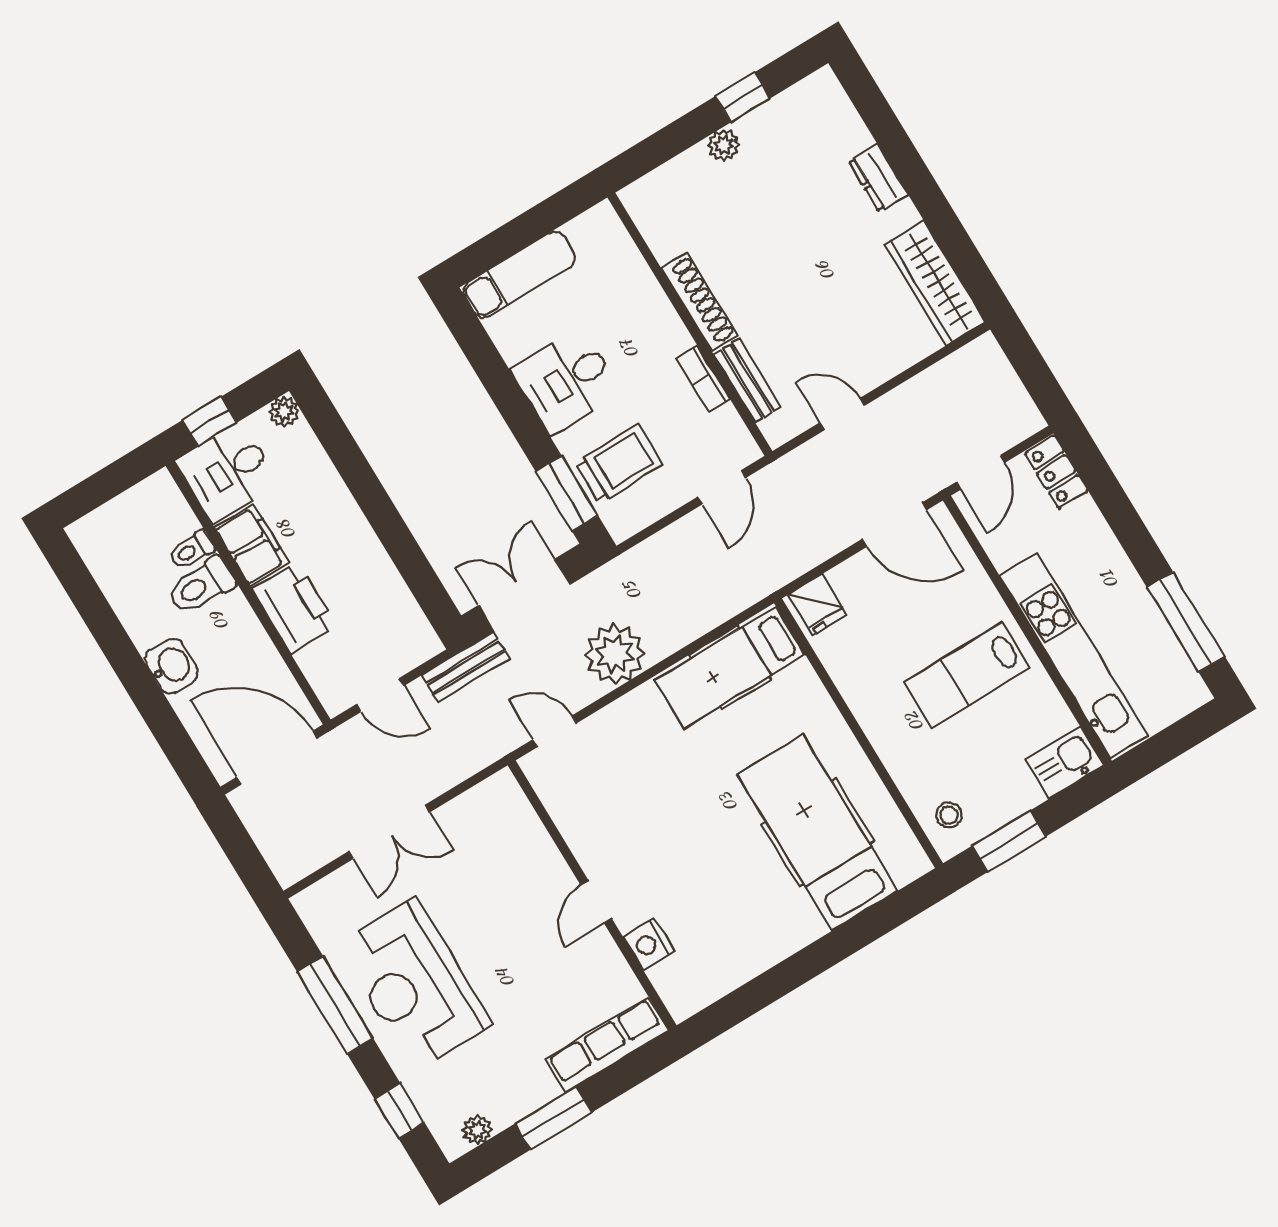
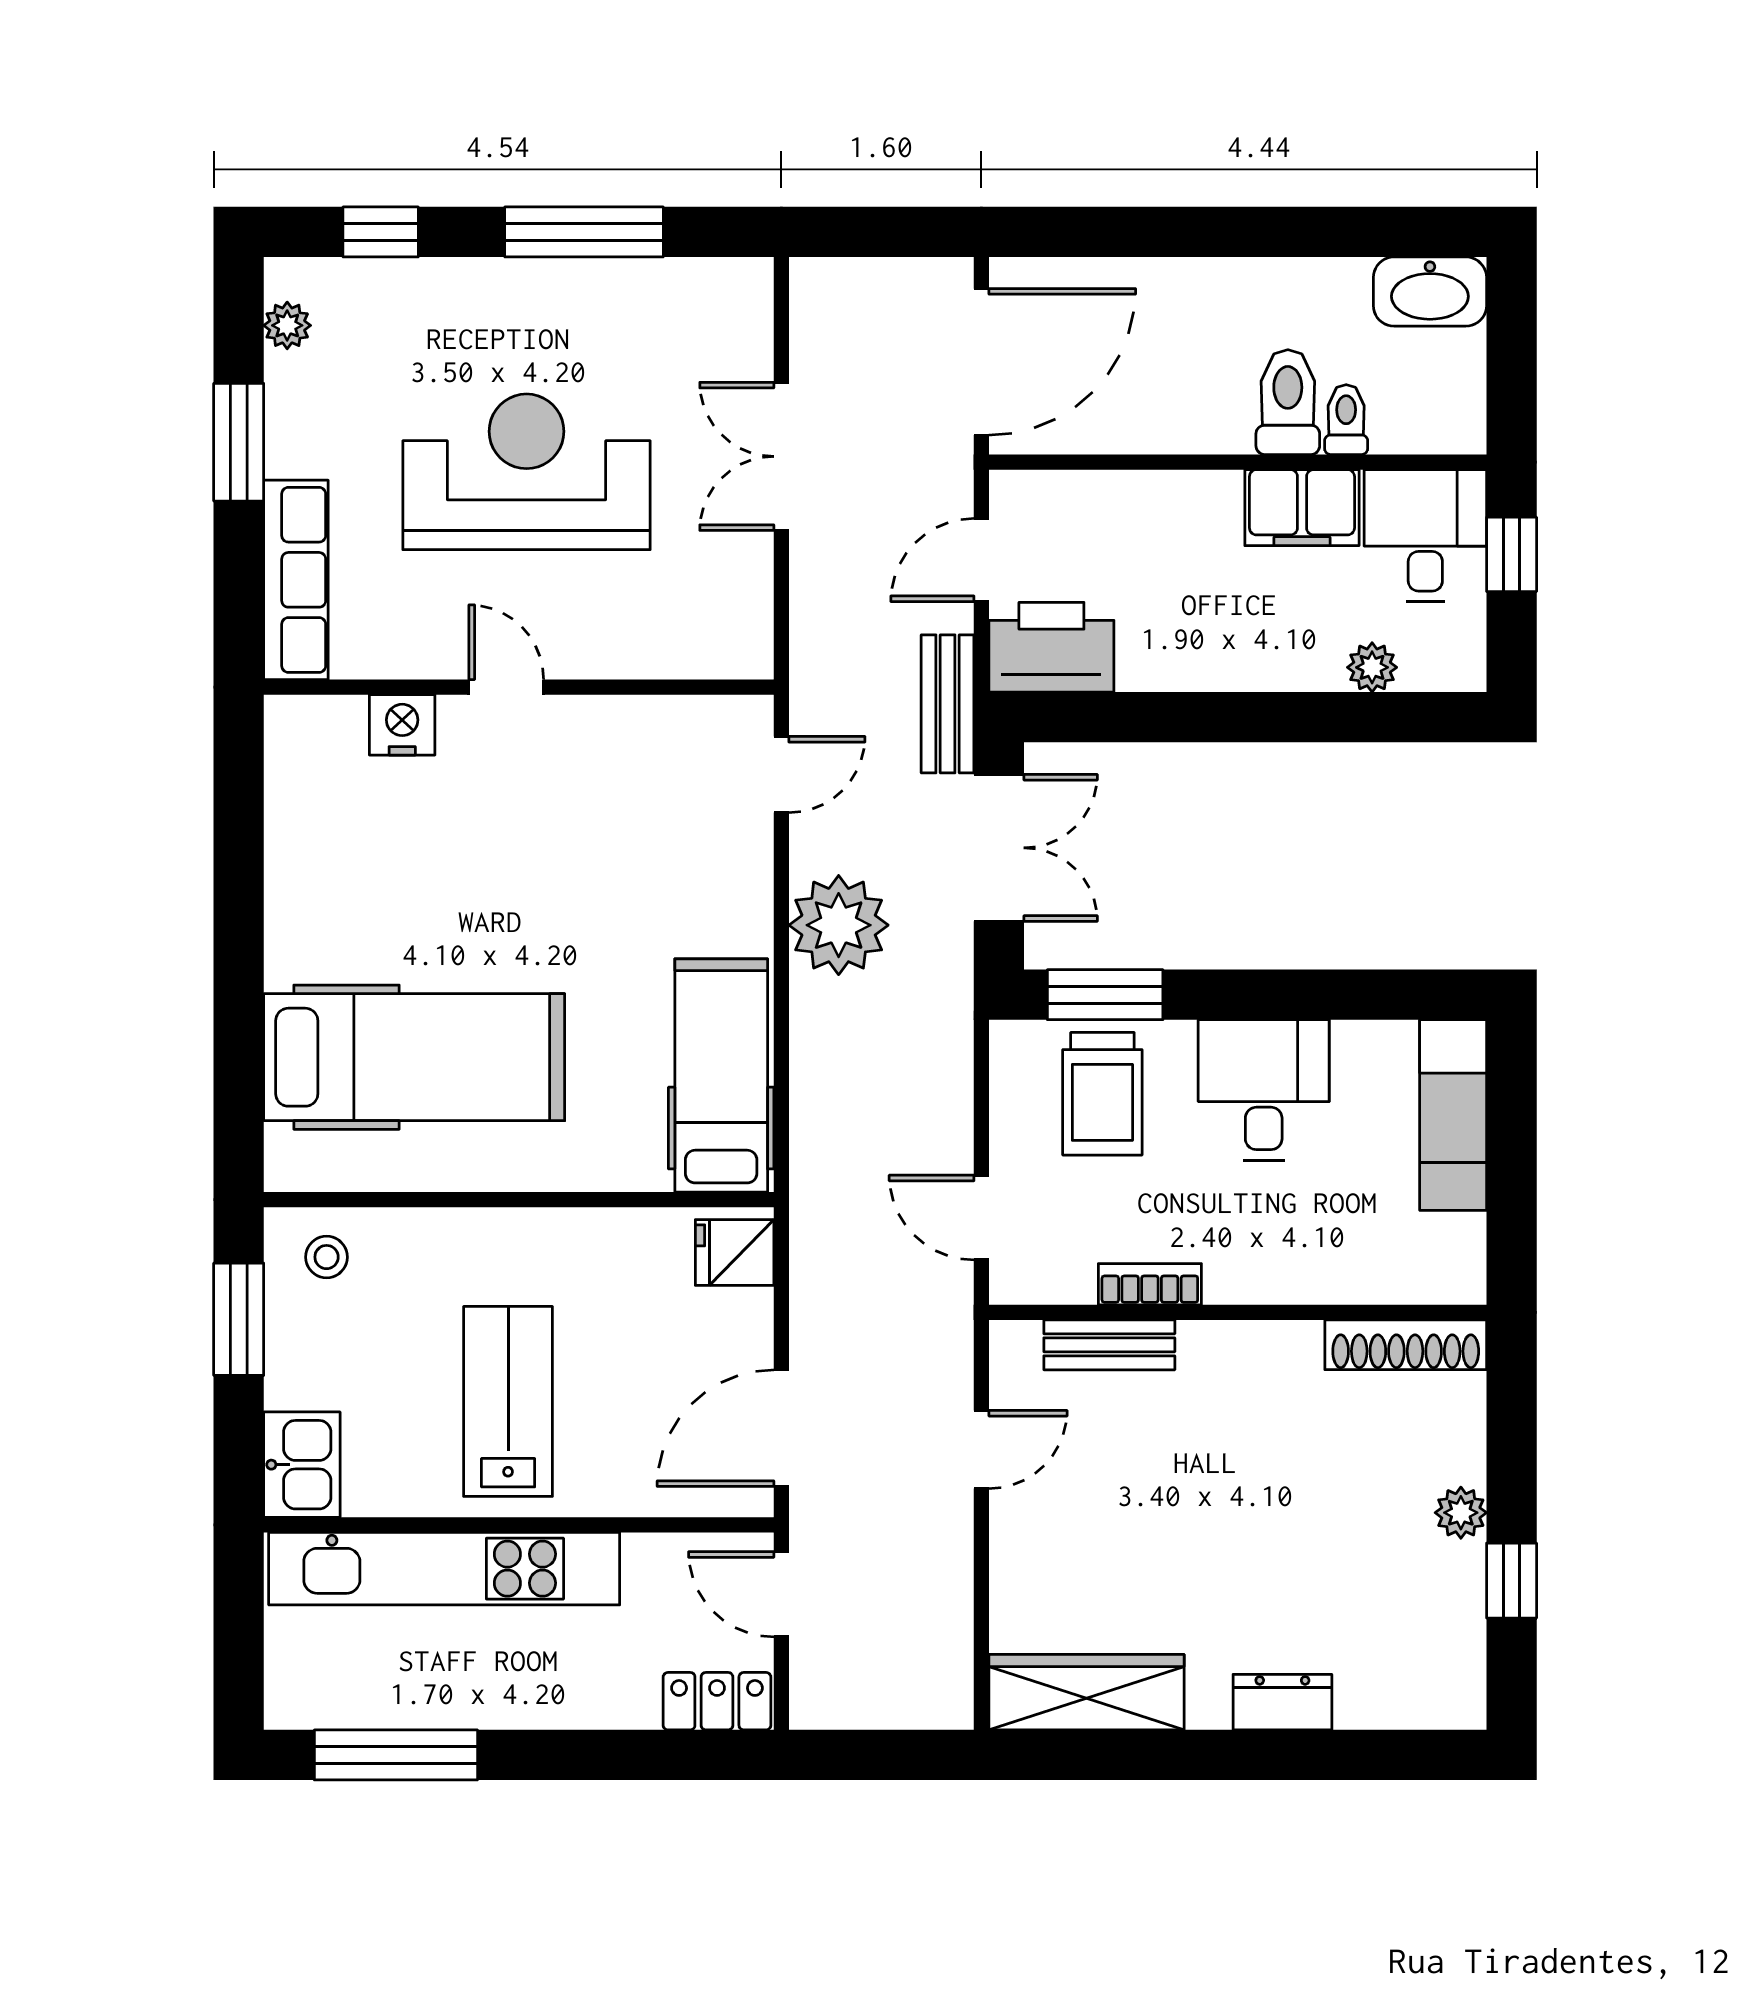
shoe rack: (700, 302) -> (1406, 1345), moved
plant: (284, 412) -> (1372, 667), moved
printer: (294, 608) -> (1051, 647), moved, turned 180
washbasin: (171, 666) -> (1430, 292), moved, width x1.38
reception desk: (414, 985) -> (527, 472), moved

